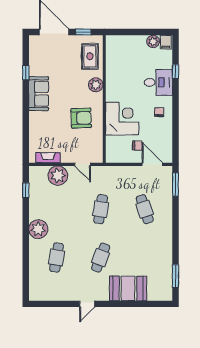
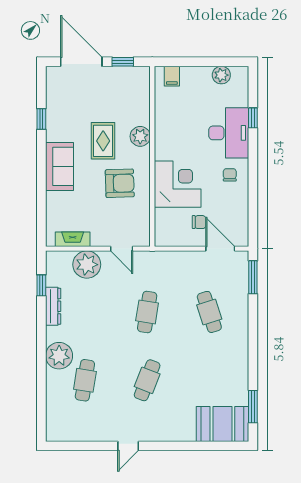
filing cabinet: (166, 42) -> (172, 76), moved
rug: (90, 56) -> (103, 141), moved
desk: (158, 82) -> (229, 133), width x1.37
sofa: (39, 94) -> (60, 166), moved
dresser: (34, 205) -> (53, 306), added
plant: (38, 229) -> (59, 356), moved
booth: (128, 288) -> (222, 424), moved

